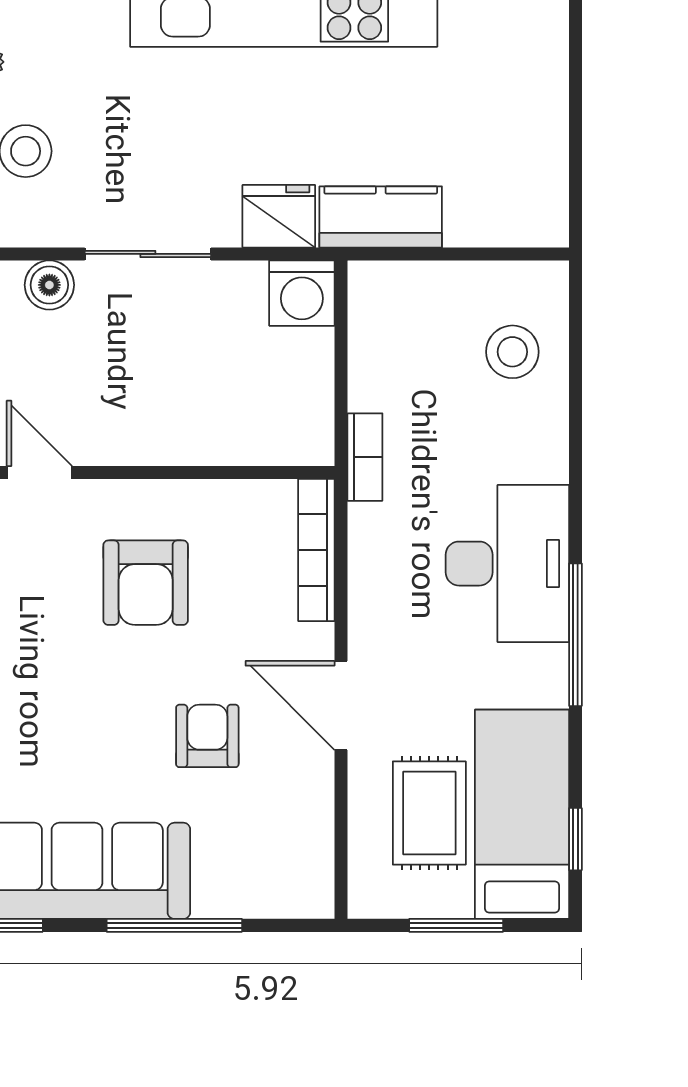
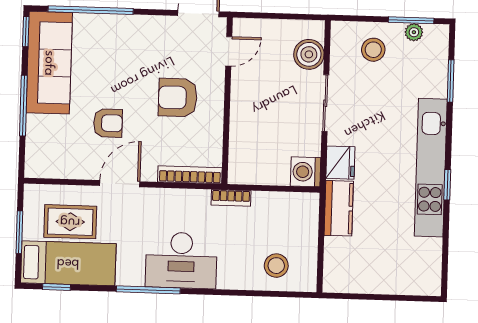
boiler: (49, 285) -> (309, 54), width x1.36, depth x1.36

